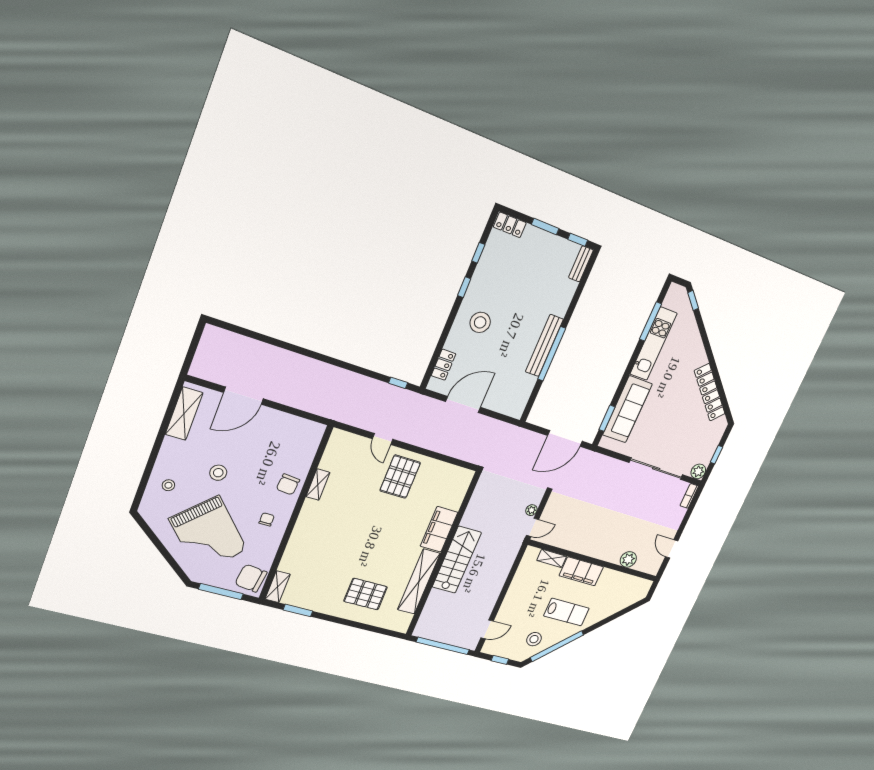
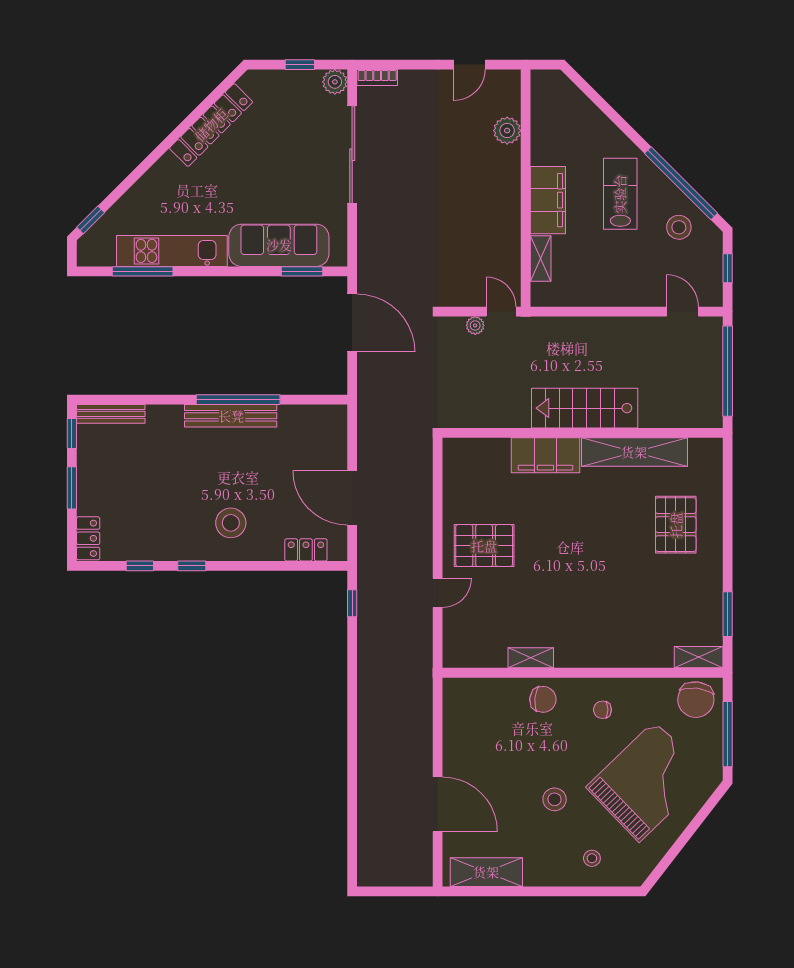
bench: (581, 264) -> (111, 414), width x1.36

